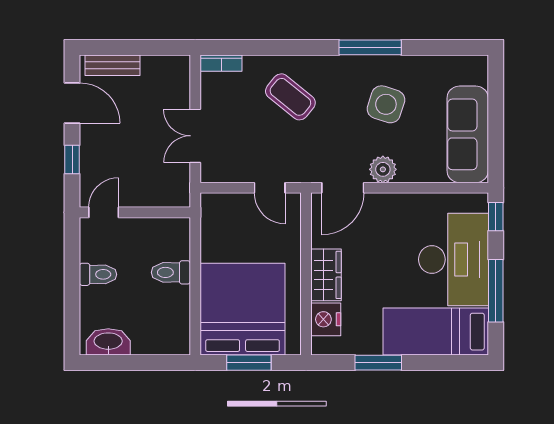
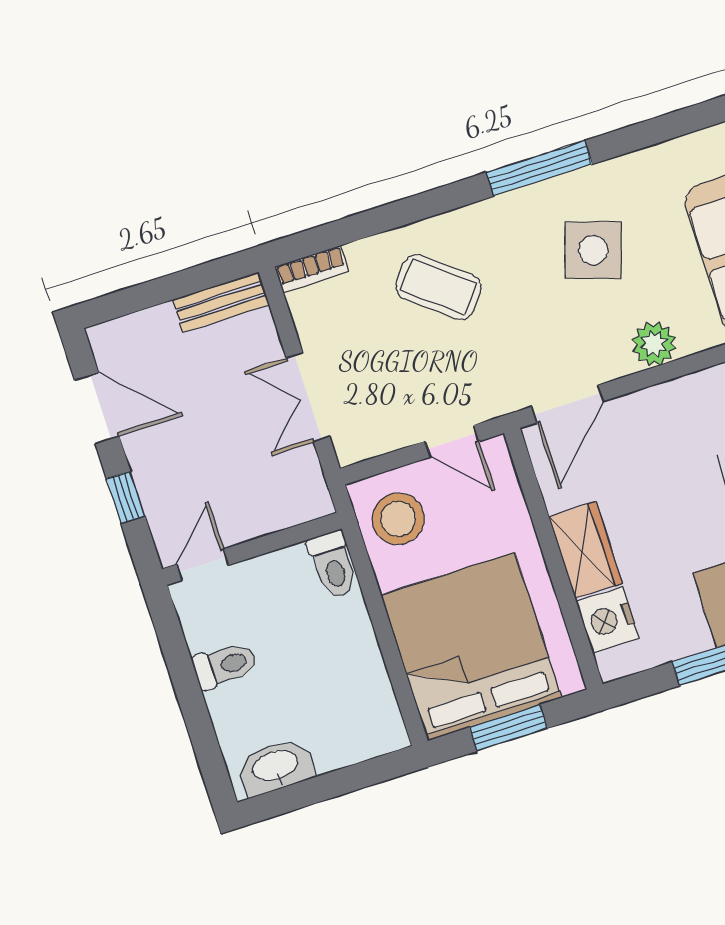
bench: (112, 65) -> (221, 302), moved
plant: (383, 169) -> (654, 344), moved
stool: (224, 222) -> (398, 519), added
toilet: (171, 272) -> (333, 565), moved, turned -90

